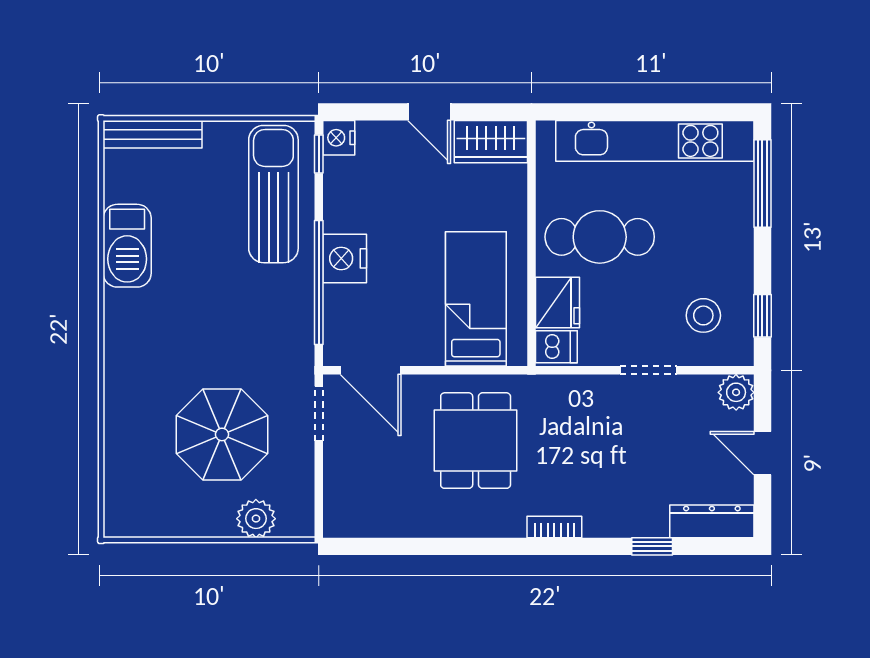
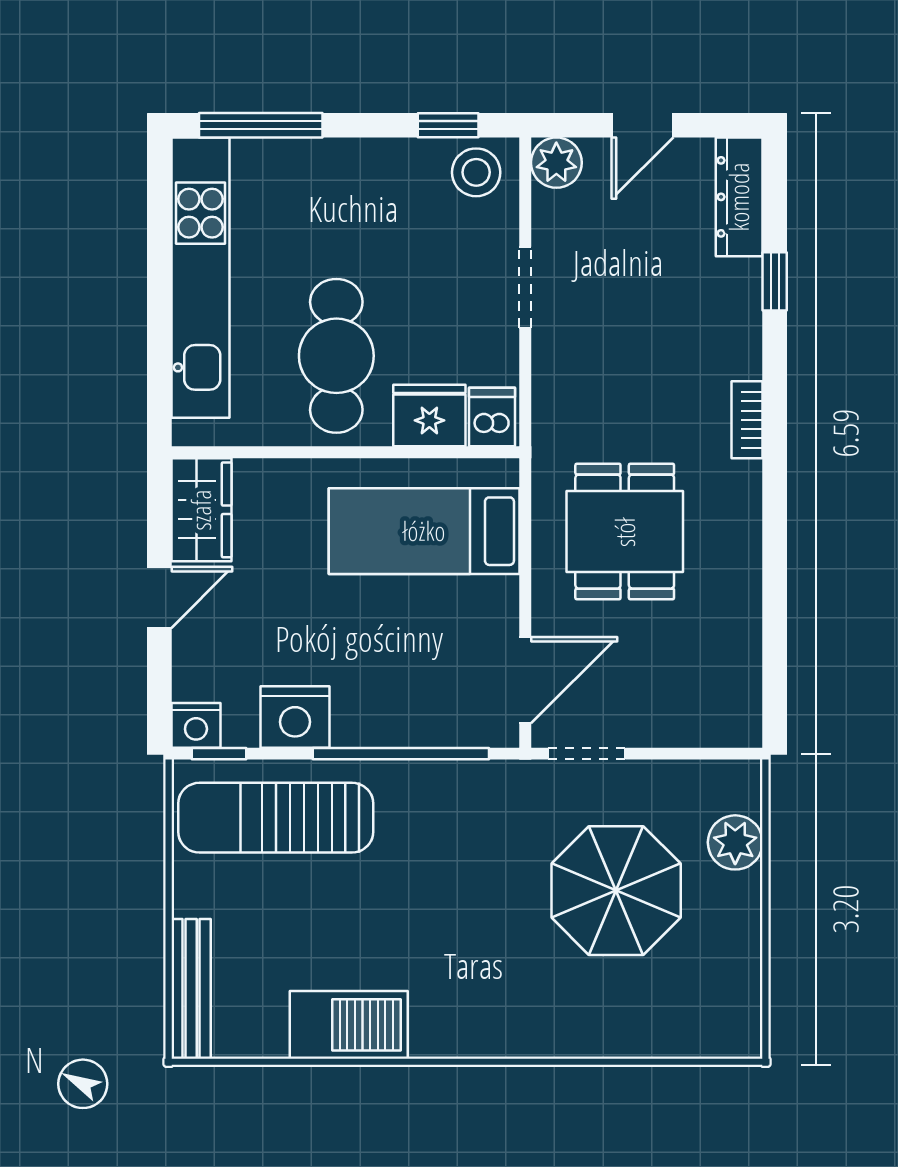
nightstand: (345, 258) -> (295, 717), moved
stool: (703, 315) -> (476, 172), moved
dining table: (476, 441) -> (625, 532), turned 90

